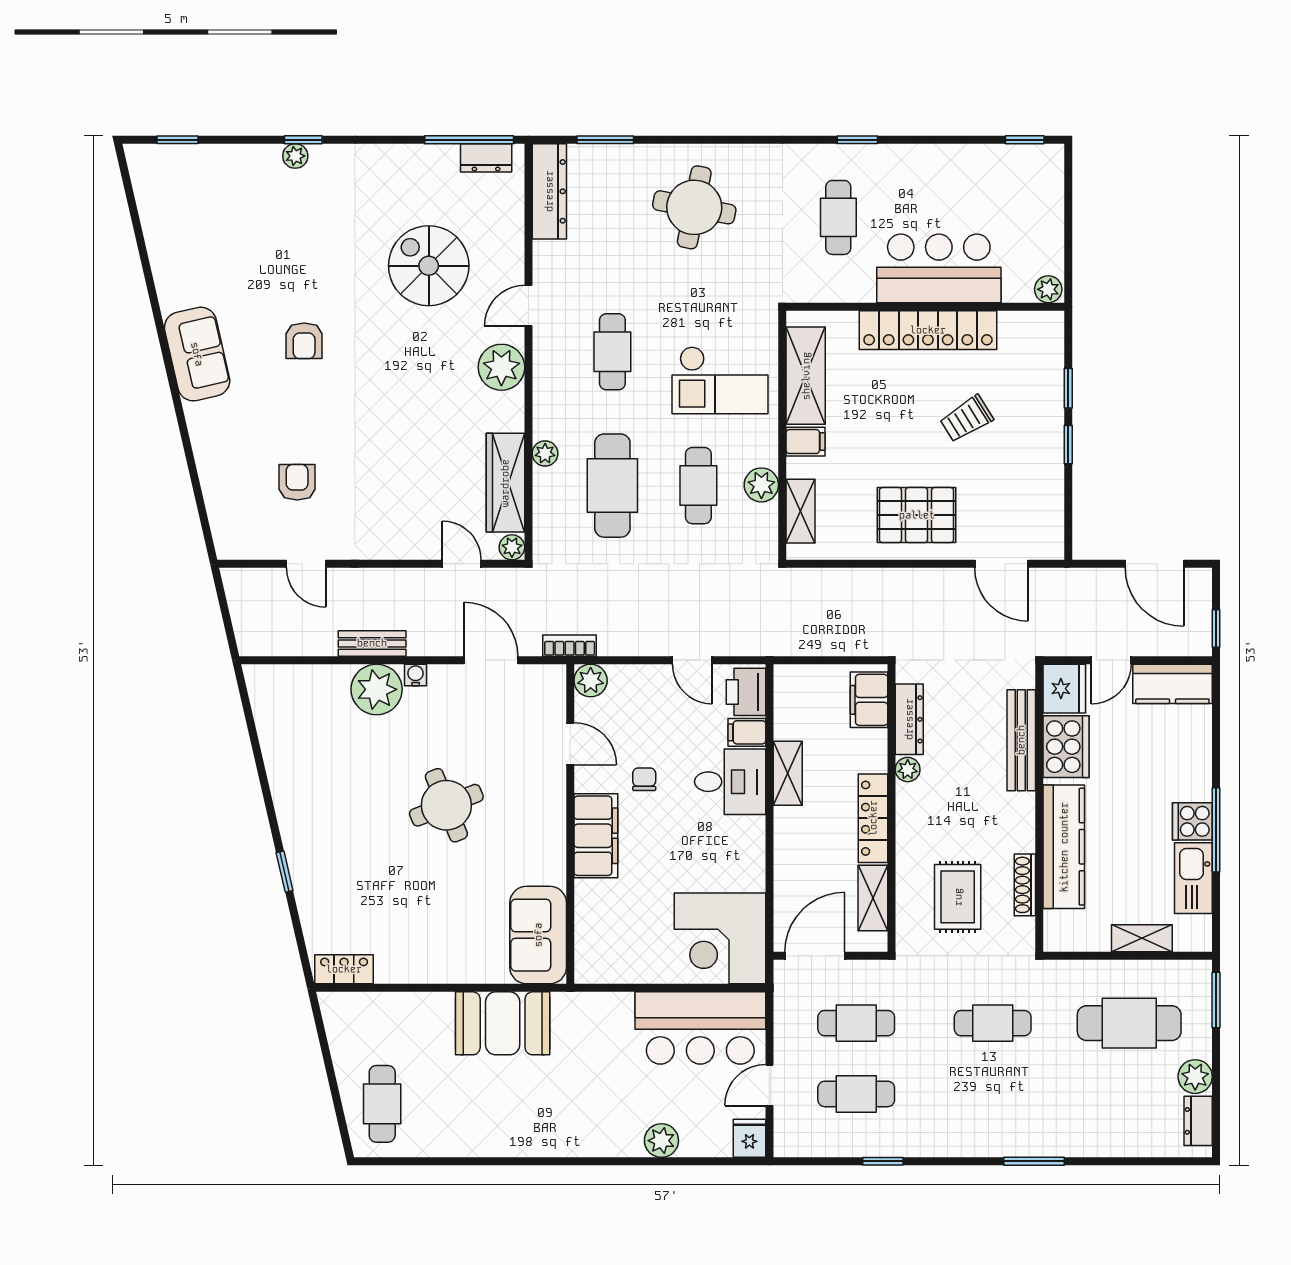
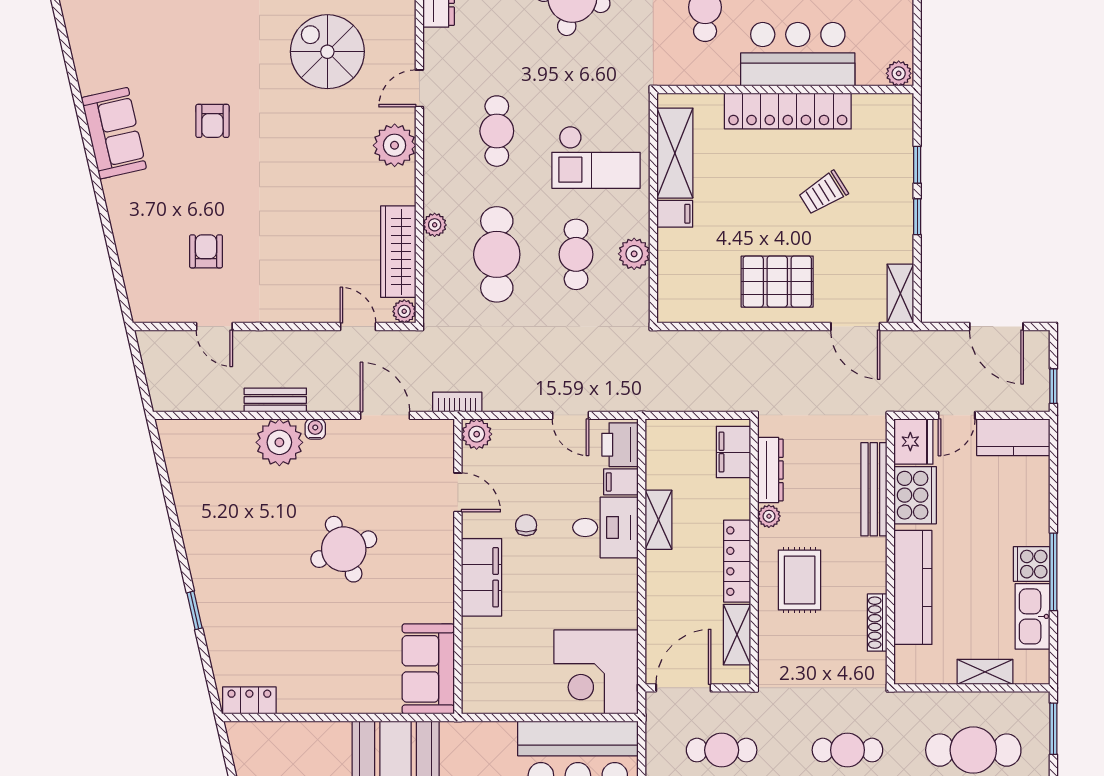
shelving: (800, 511) -> (900, 294), moved
rug: (958, 897) -> (800, 580), moved

